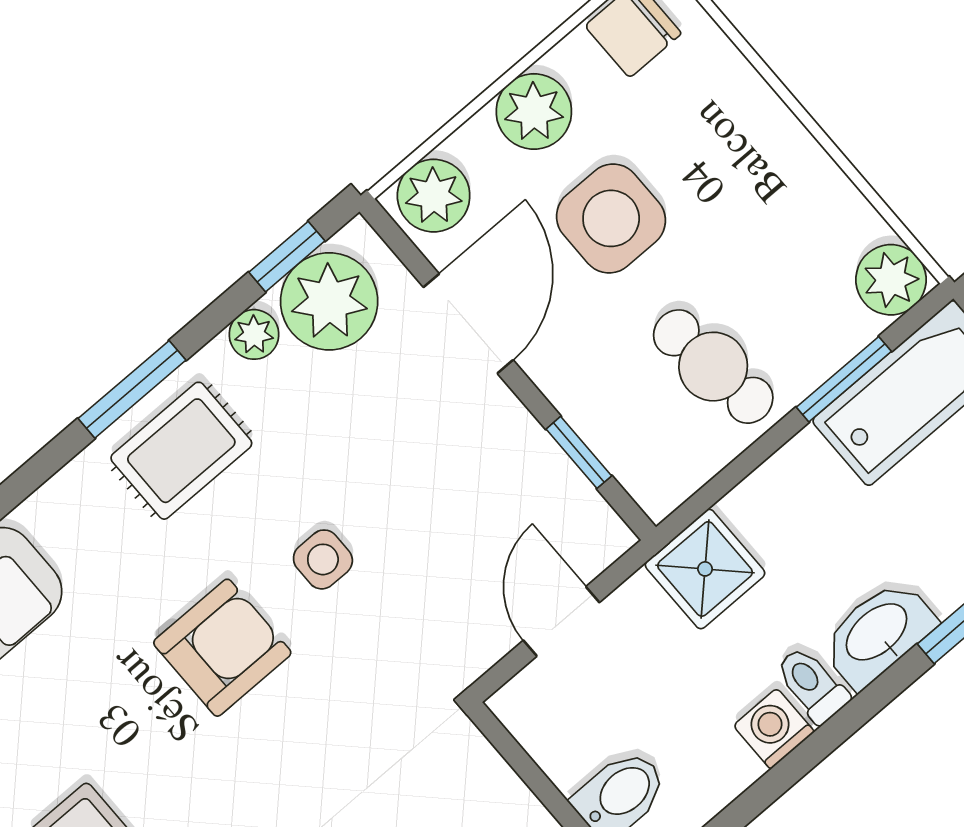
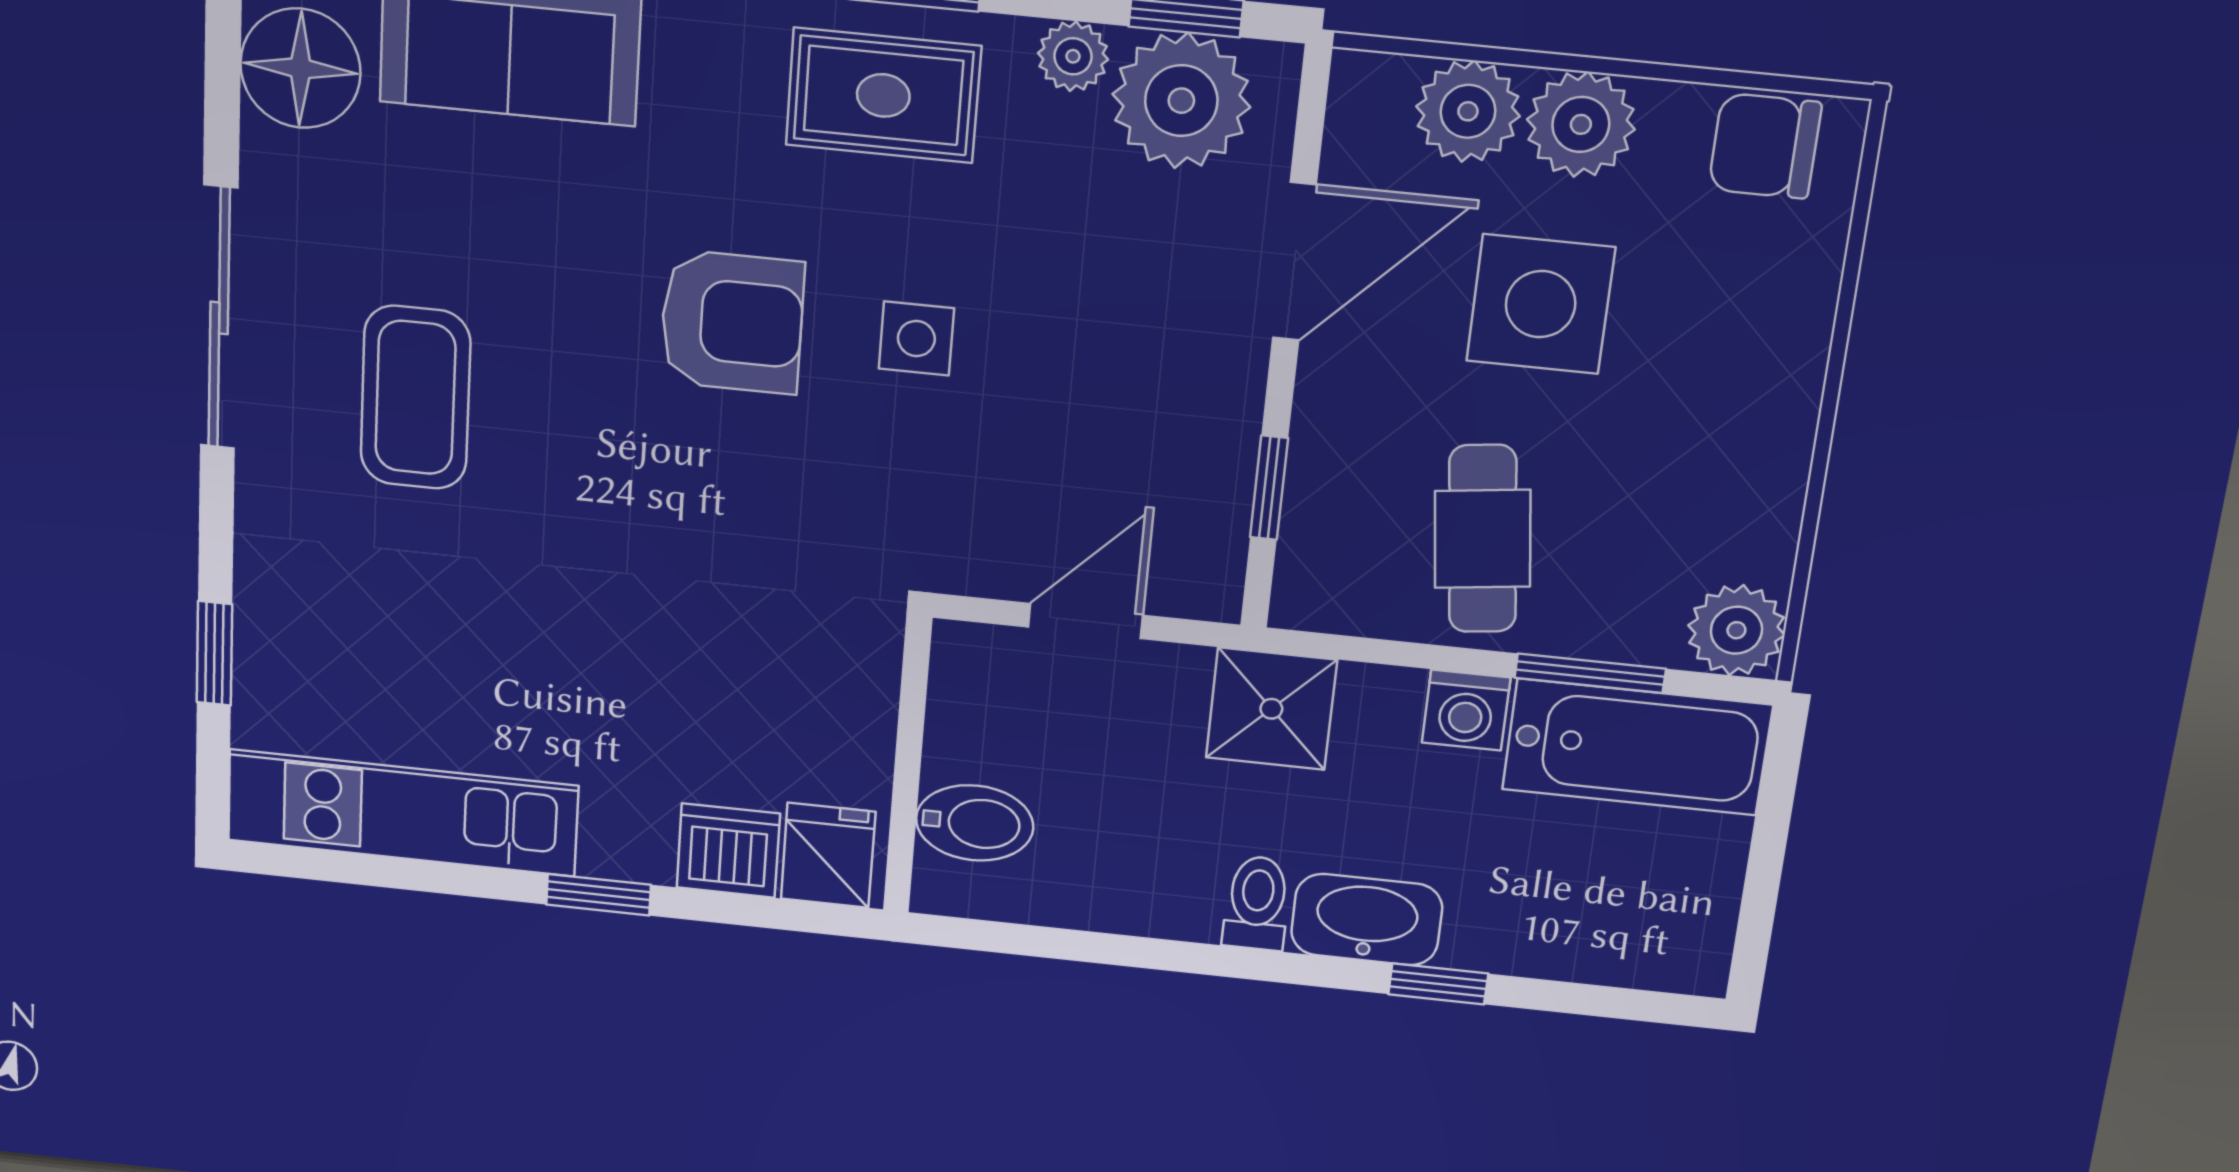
plant: (434, 196) -> (1468, 111), moved
washing machine: (774, 729) -> (1466, 710), moved, turned 180

